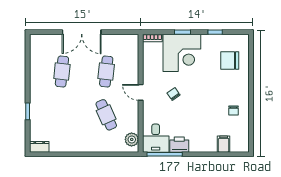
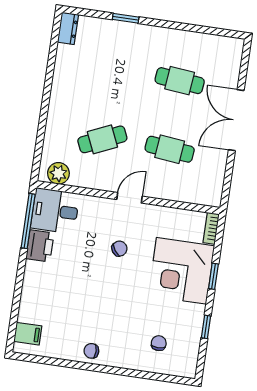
chair: (230, 60) -> (159, 343), width x0.54, depth x0.54
chair: (233, 110) -> (91, 351), moved
filing cabinet: (224, 144) -> (28, 334), moved

